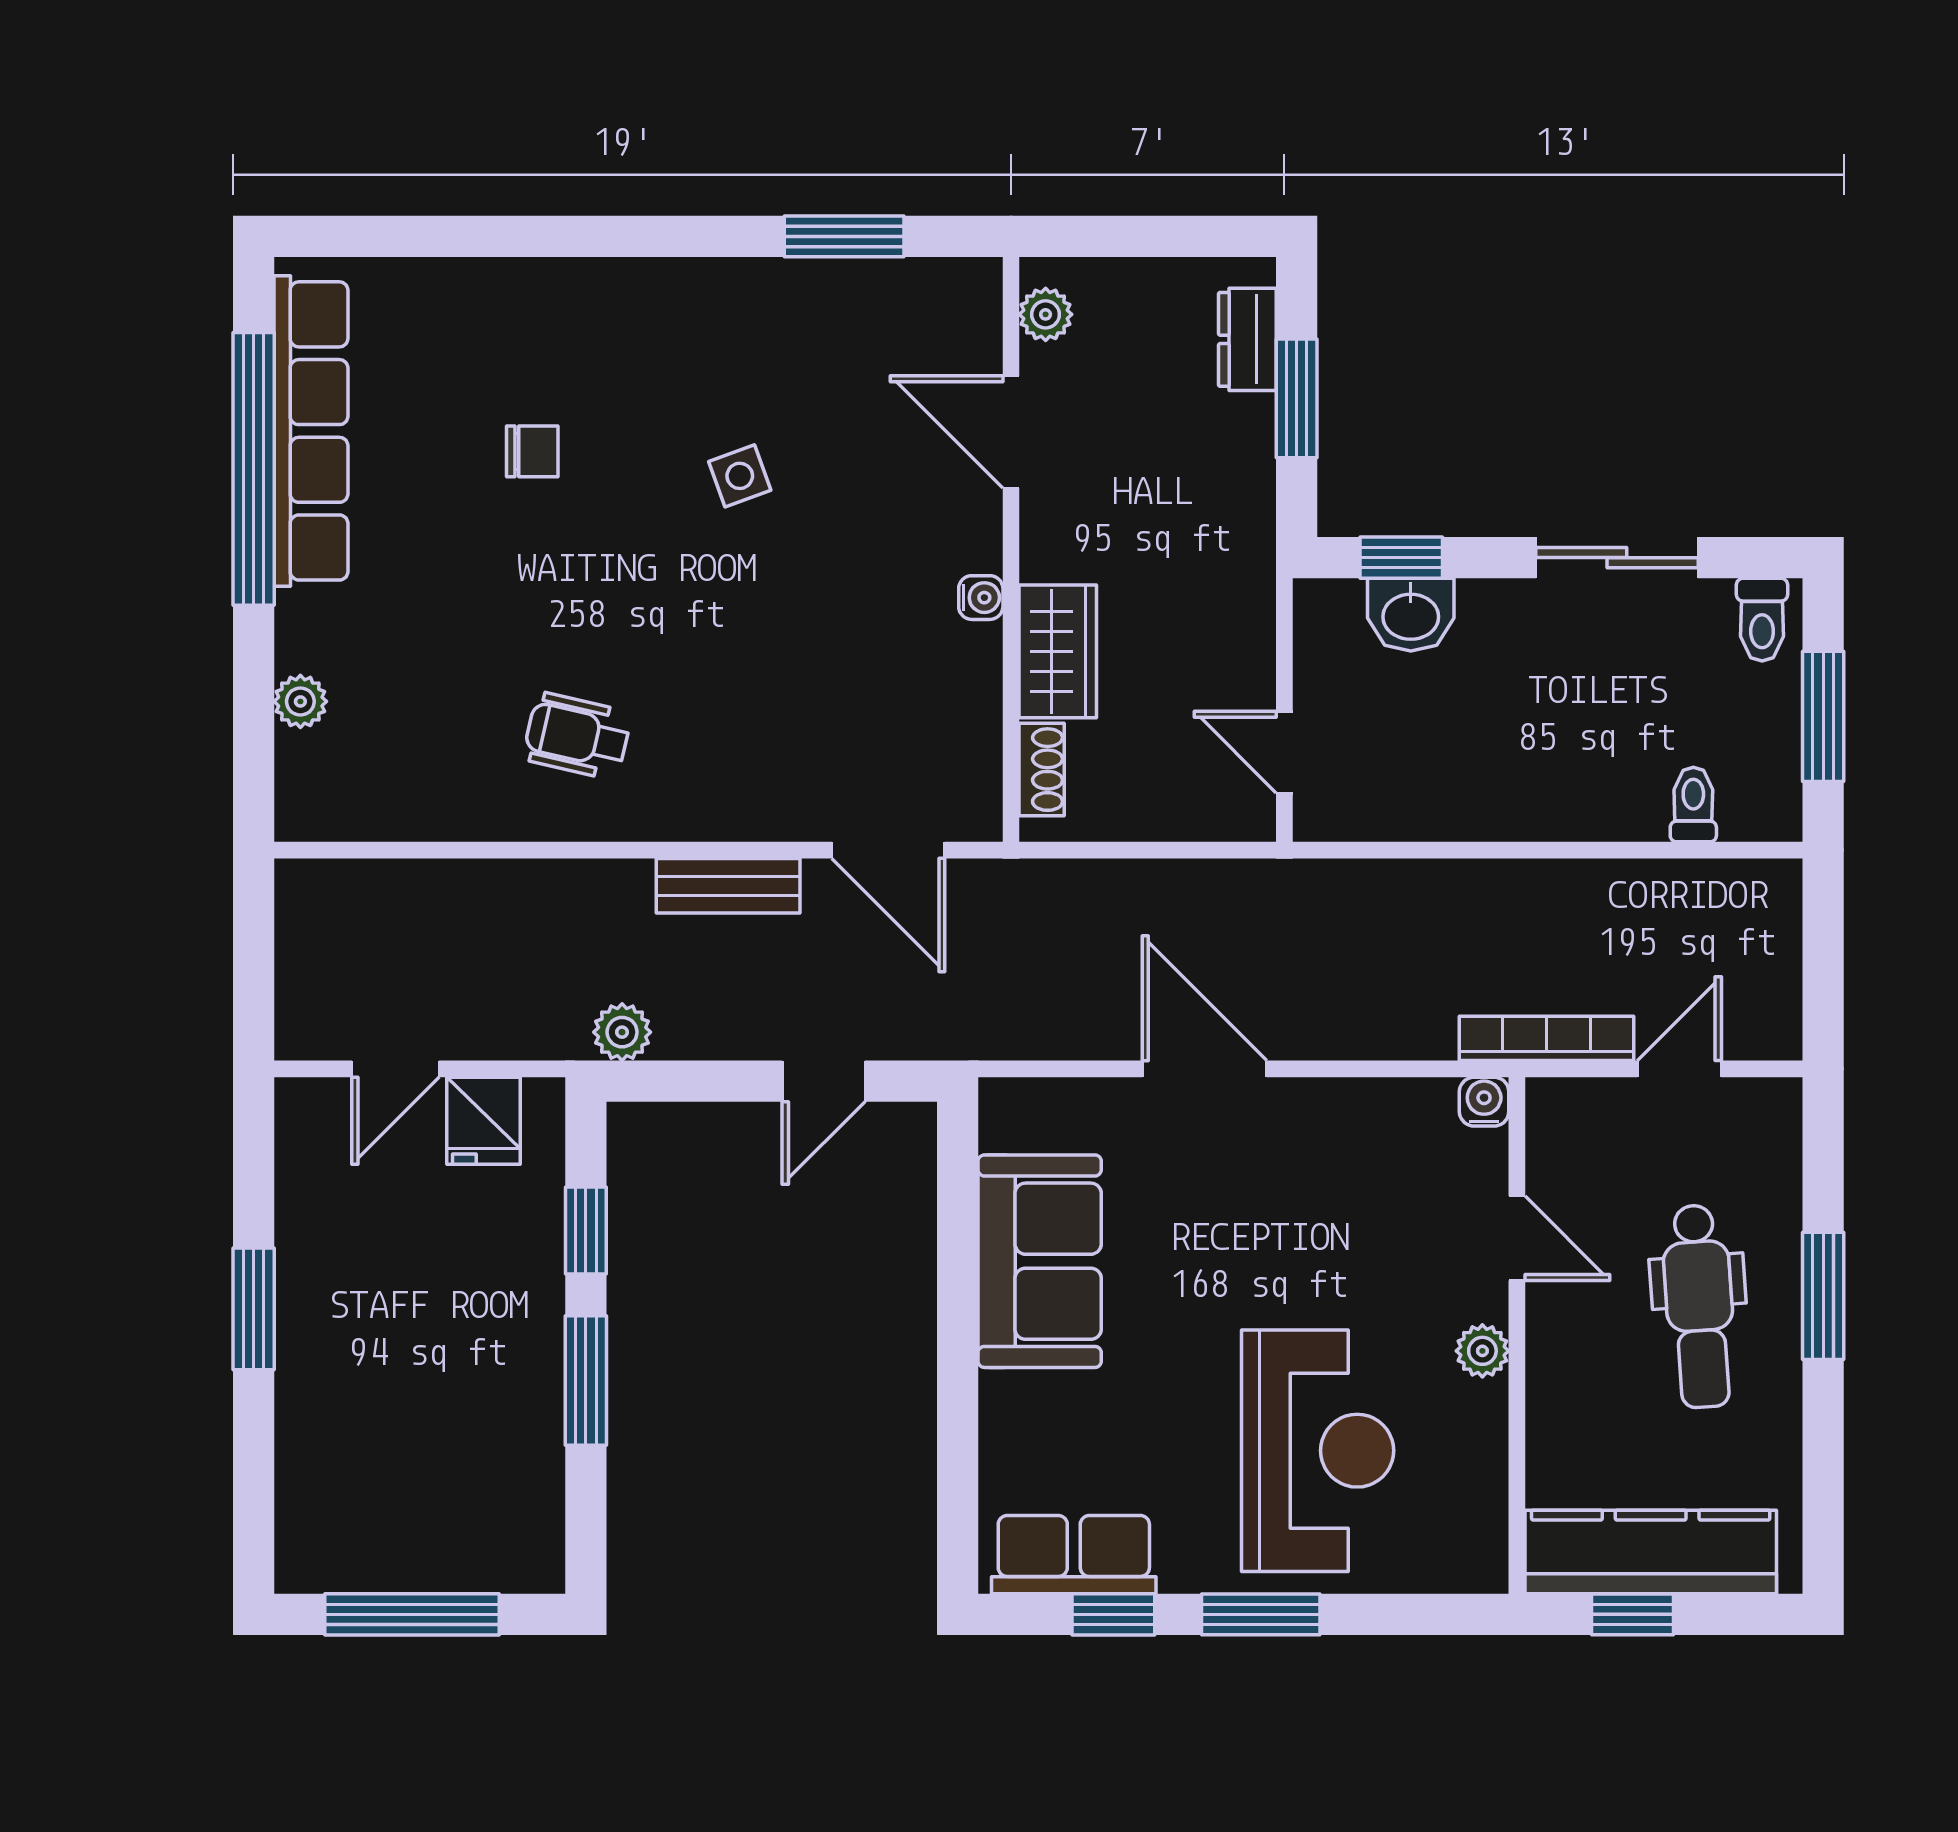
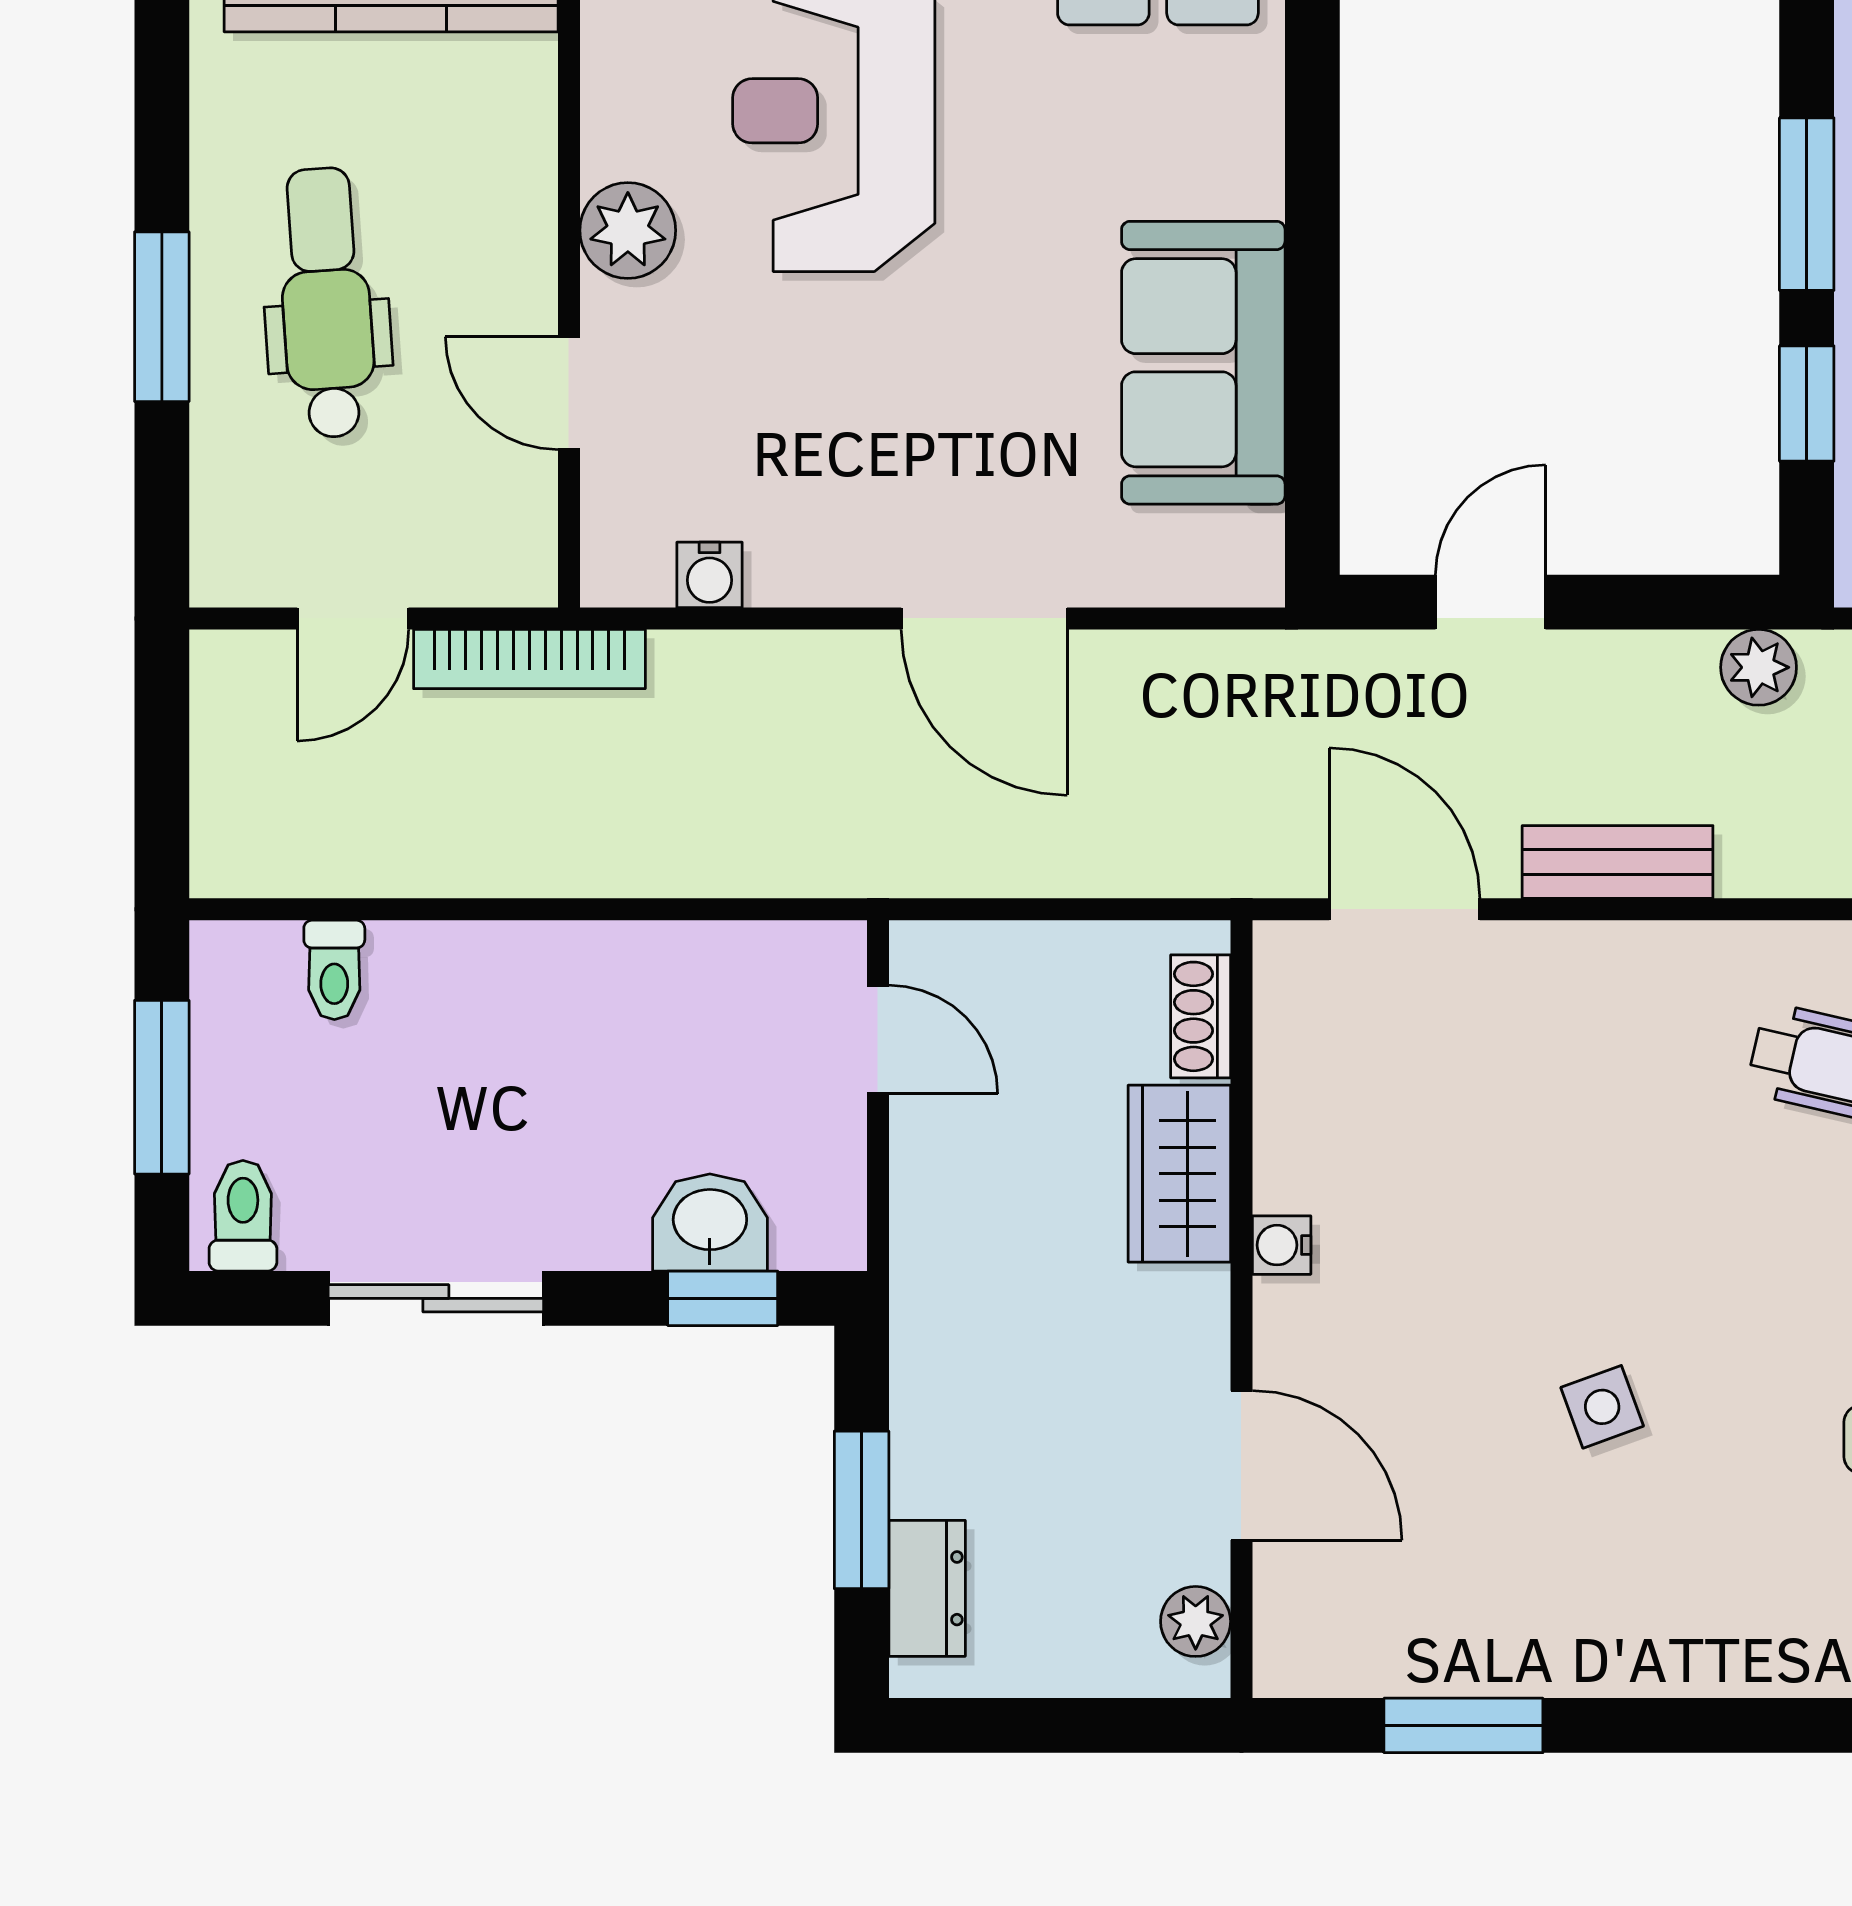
water cooler: (1484, 1102) -> (709, 575), moved
plant: (1482, 1351) -> (628, 230), width x1.38, depth x1.38

